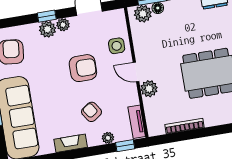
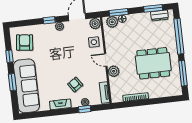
plant: (48, 29) -> (95, 24), moved
armchair: (83, 68) -> (71, 56), removed
window: (125, 146) -> (85, 109), moved

